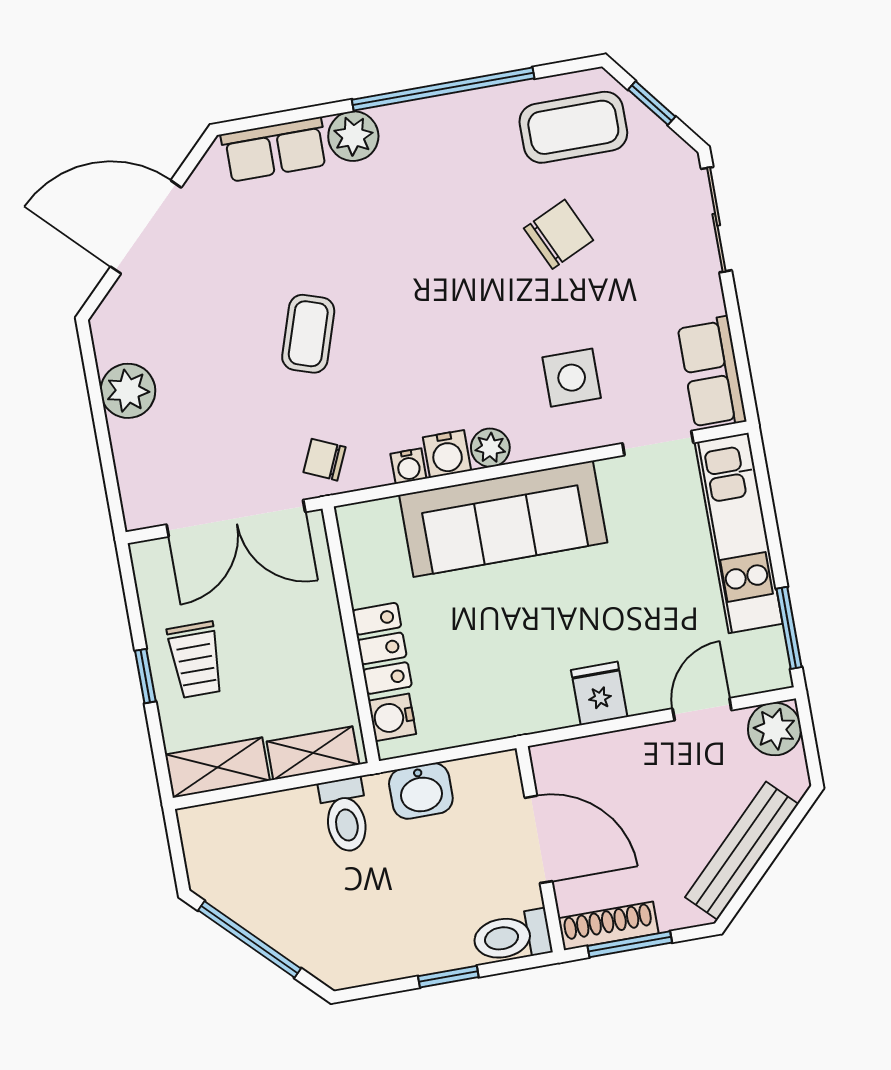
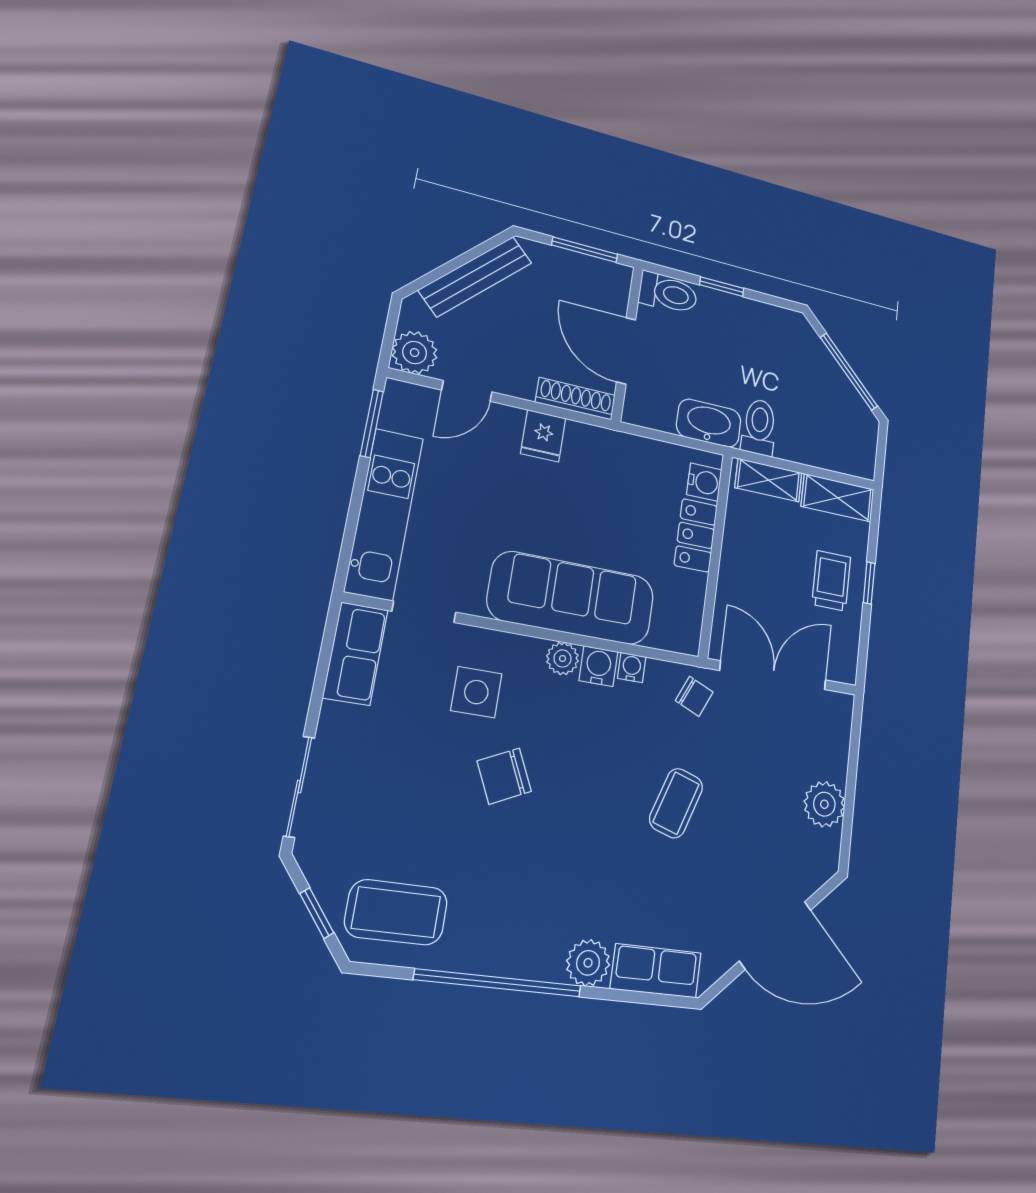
chair: (559, 234) -> (504, 776), moved
washbasin: (421, 791) -> (709, 423), width x1.38
shoe rack: (608, 926) -> (575, 399), moved, turned 180

